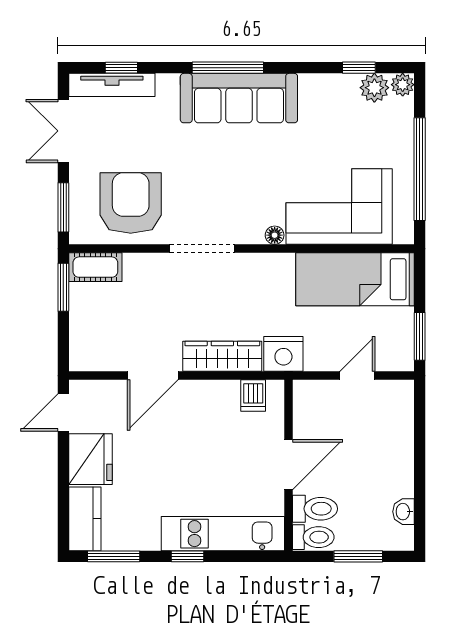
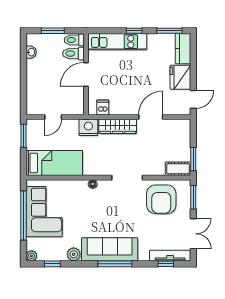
plant: (374, 88) -> (74, 254), moved
corner sofa: (339, 207) -> (44, 212), moved, turned -90

